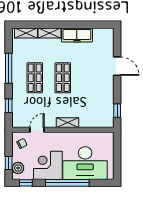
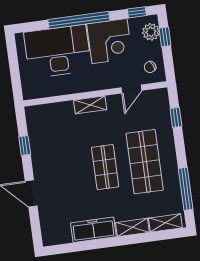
window: (9, 68) -> (186, 189), moved
shop shelf: (35, 78) -> (145, 162), width x1.43, depth x1.36
window: (117, 111) -> (25, 145), moved

